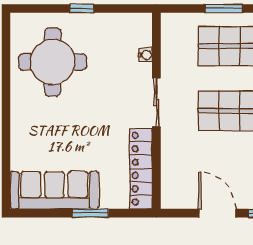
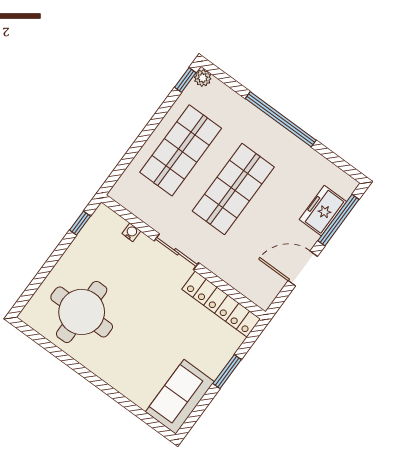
window: (82, 8) -> (80, 223), moved
window: (224, 8) -> (140, 141), removed
sofa: (54, 190) -> (180, 397), width x0.73

